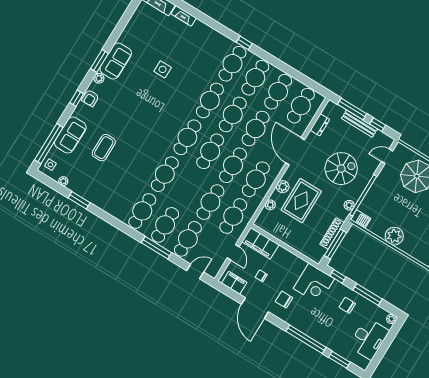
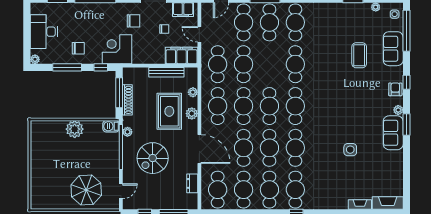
bench: (359, 124) -> (166, 72), moved

